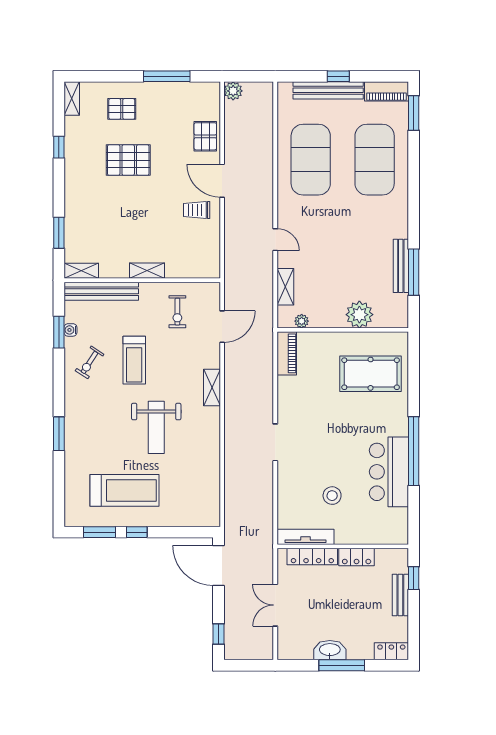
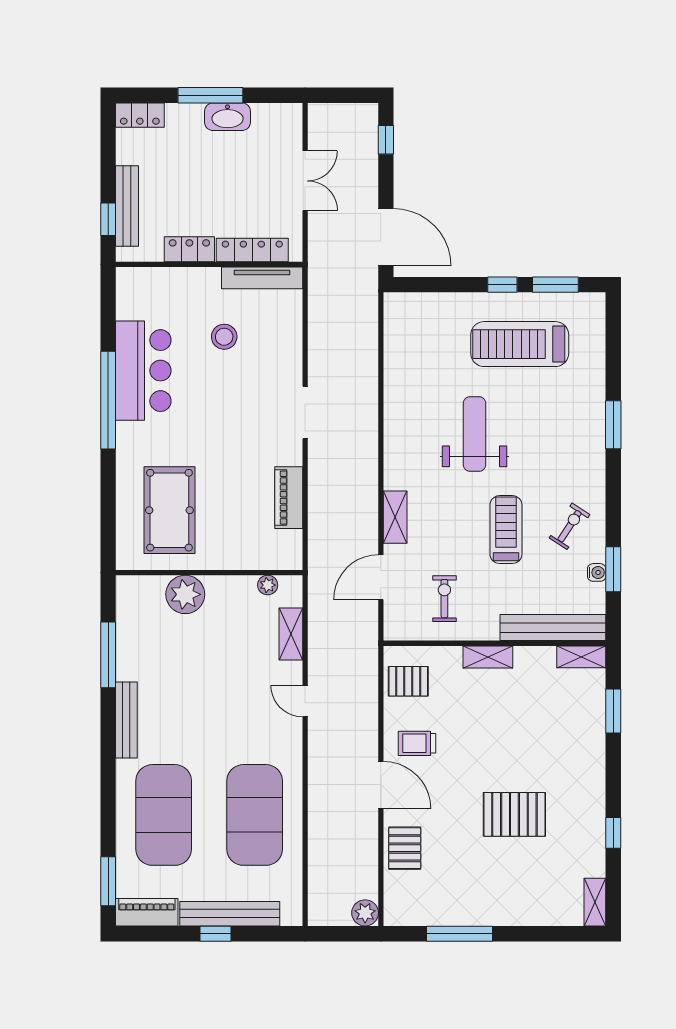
pallet: (122, 109) -> (408, 681), moved
trolley: (197, 210) -> (417, 743), turned 180
bench: (401, 266) -> (126, 720), moved
piano: (287, 353) -> (289, 498), moved
pool table: (371, 374) -> (169, 510), turned 90
shelving: (212, 388) -> (395, 517), moved
bench: (400, 595) -> (127, 206), width x1.36

